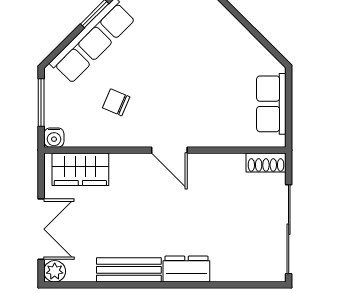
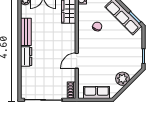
plant: (239, 43) -> (122, 79), added
door: (169, 150) -> (77, 61), moved

